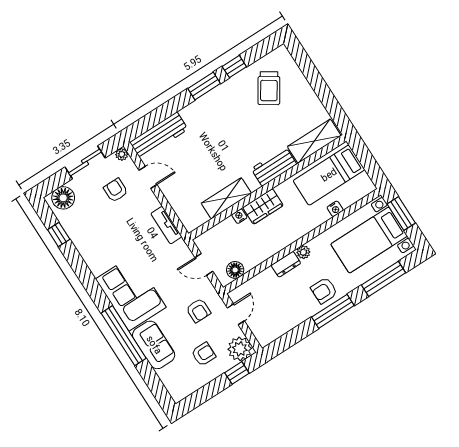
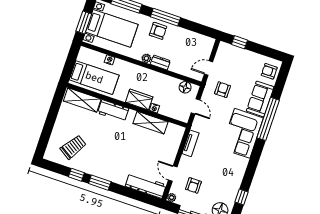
plant: (240, 349) -> (225, 51), removed
armchair: (203, 354) -> (269, 71), moved

